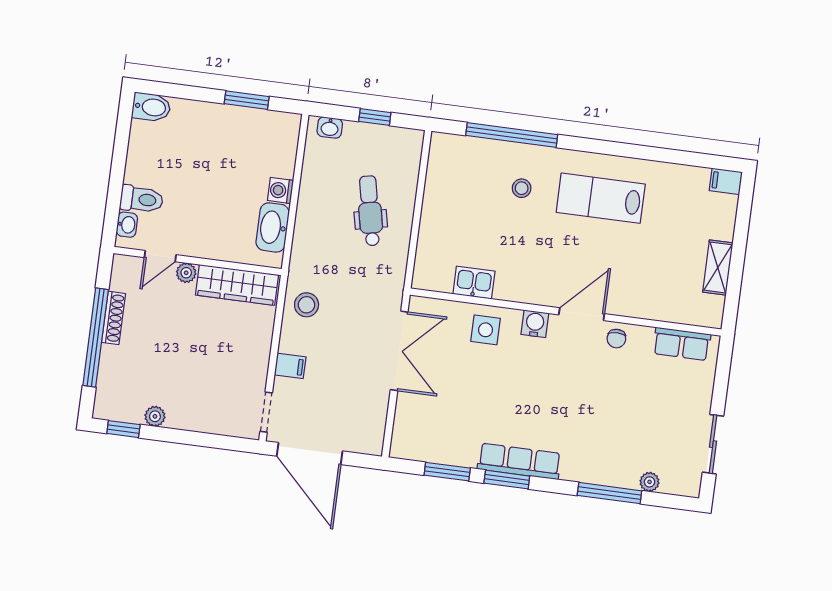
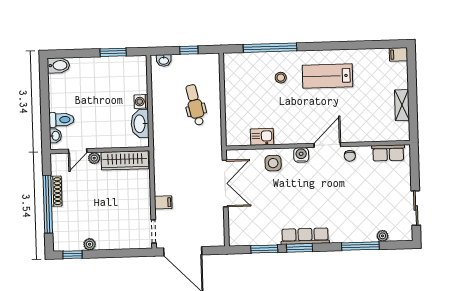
stool: (307, 305) -> (167, 165), removed

